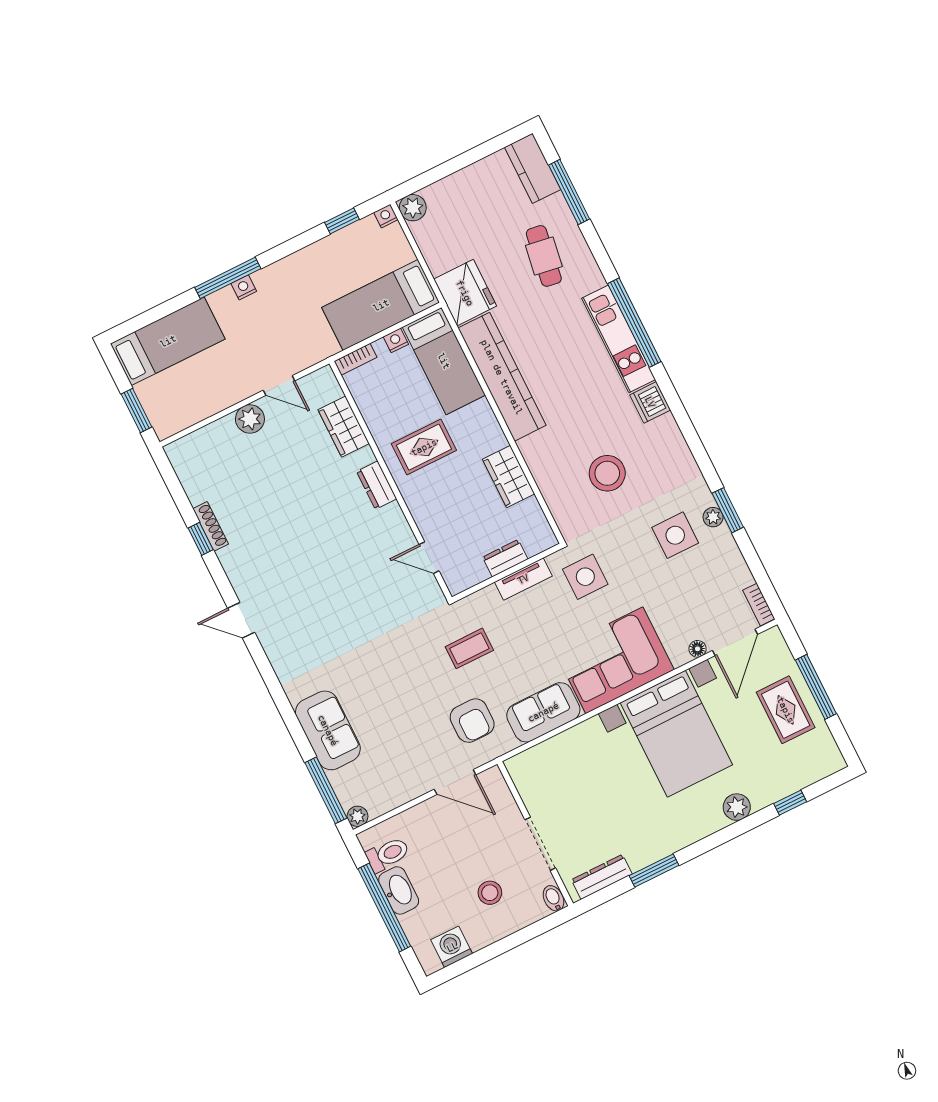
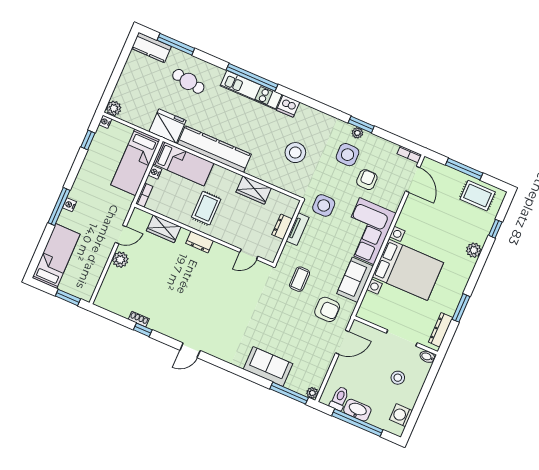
shoe rack: (211, 526) -> (139, 319), width x0.70
armchair: (673, 591) -> (367, 180), added
floor lamp: (698, 649) -> (399, 196), removed
rug: (786, 710) -> (478, 196), moved
bed with nightstands: (676, 734) -> (408, 270), moved

